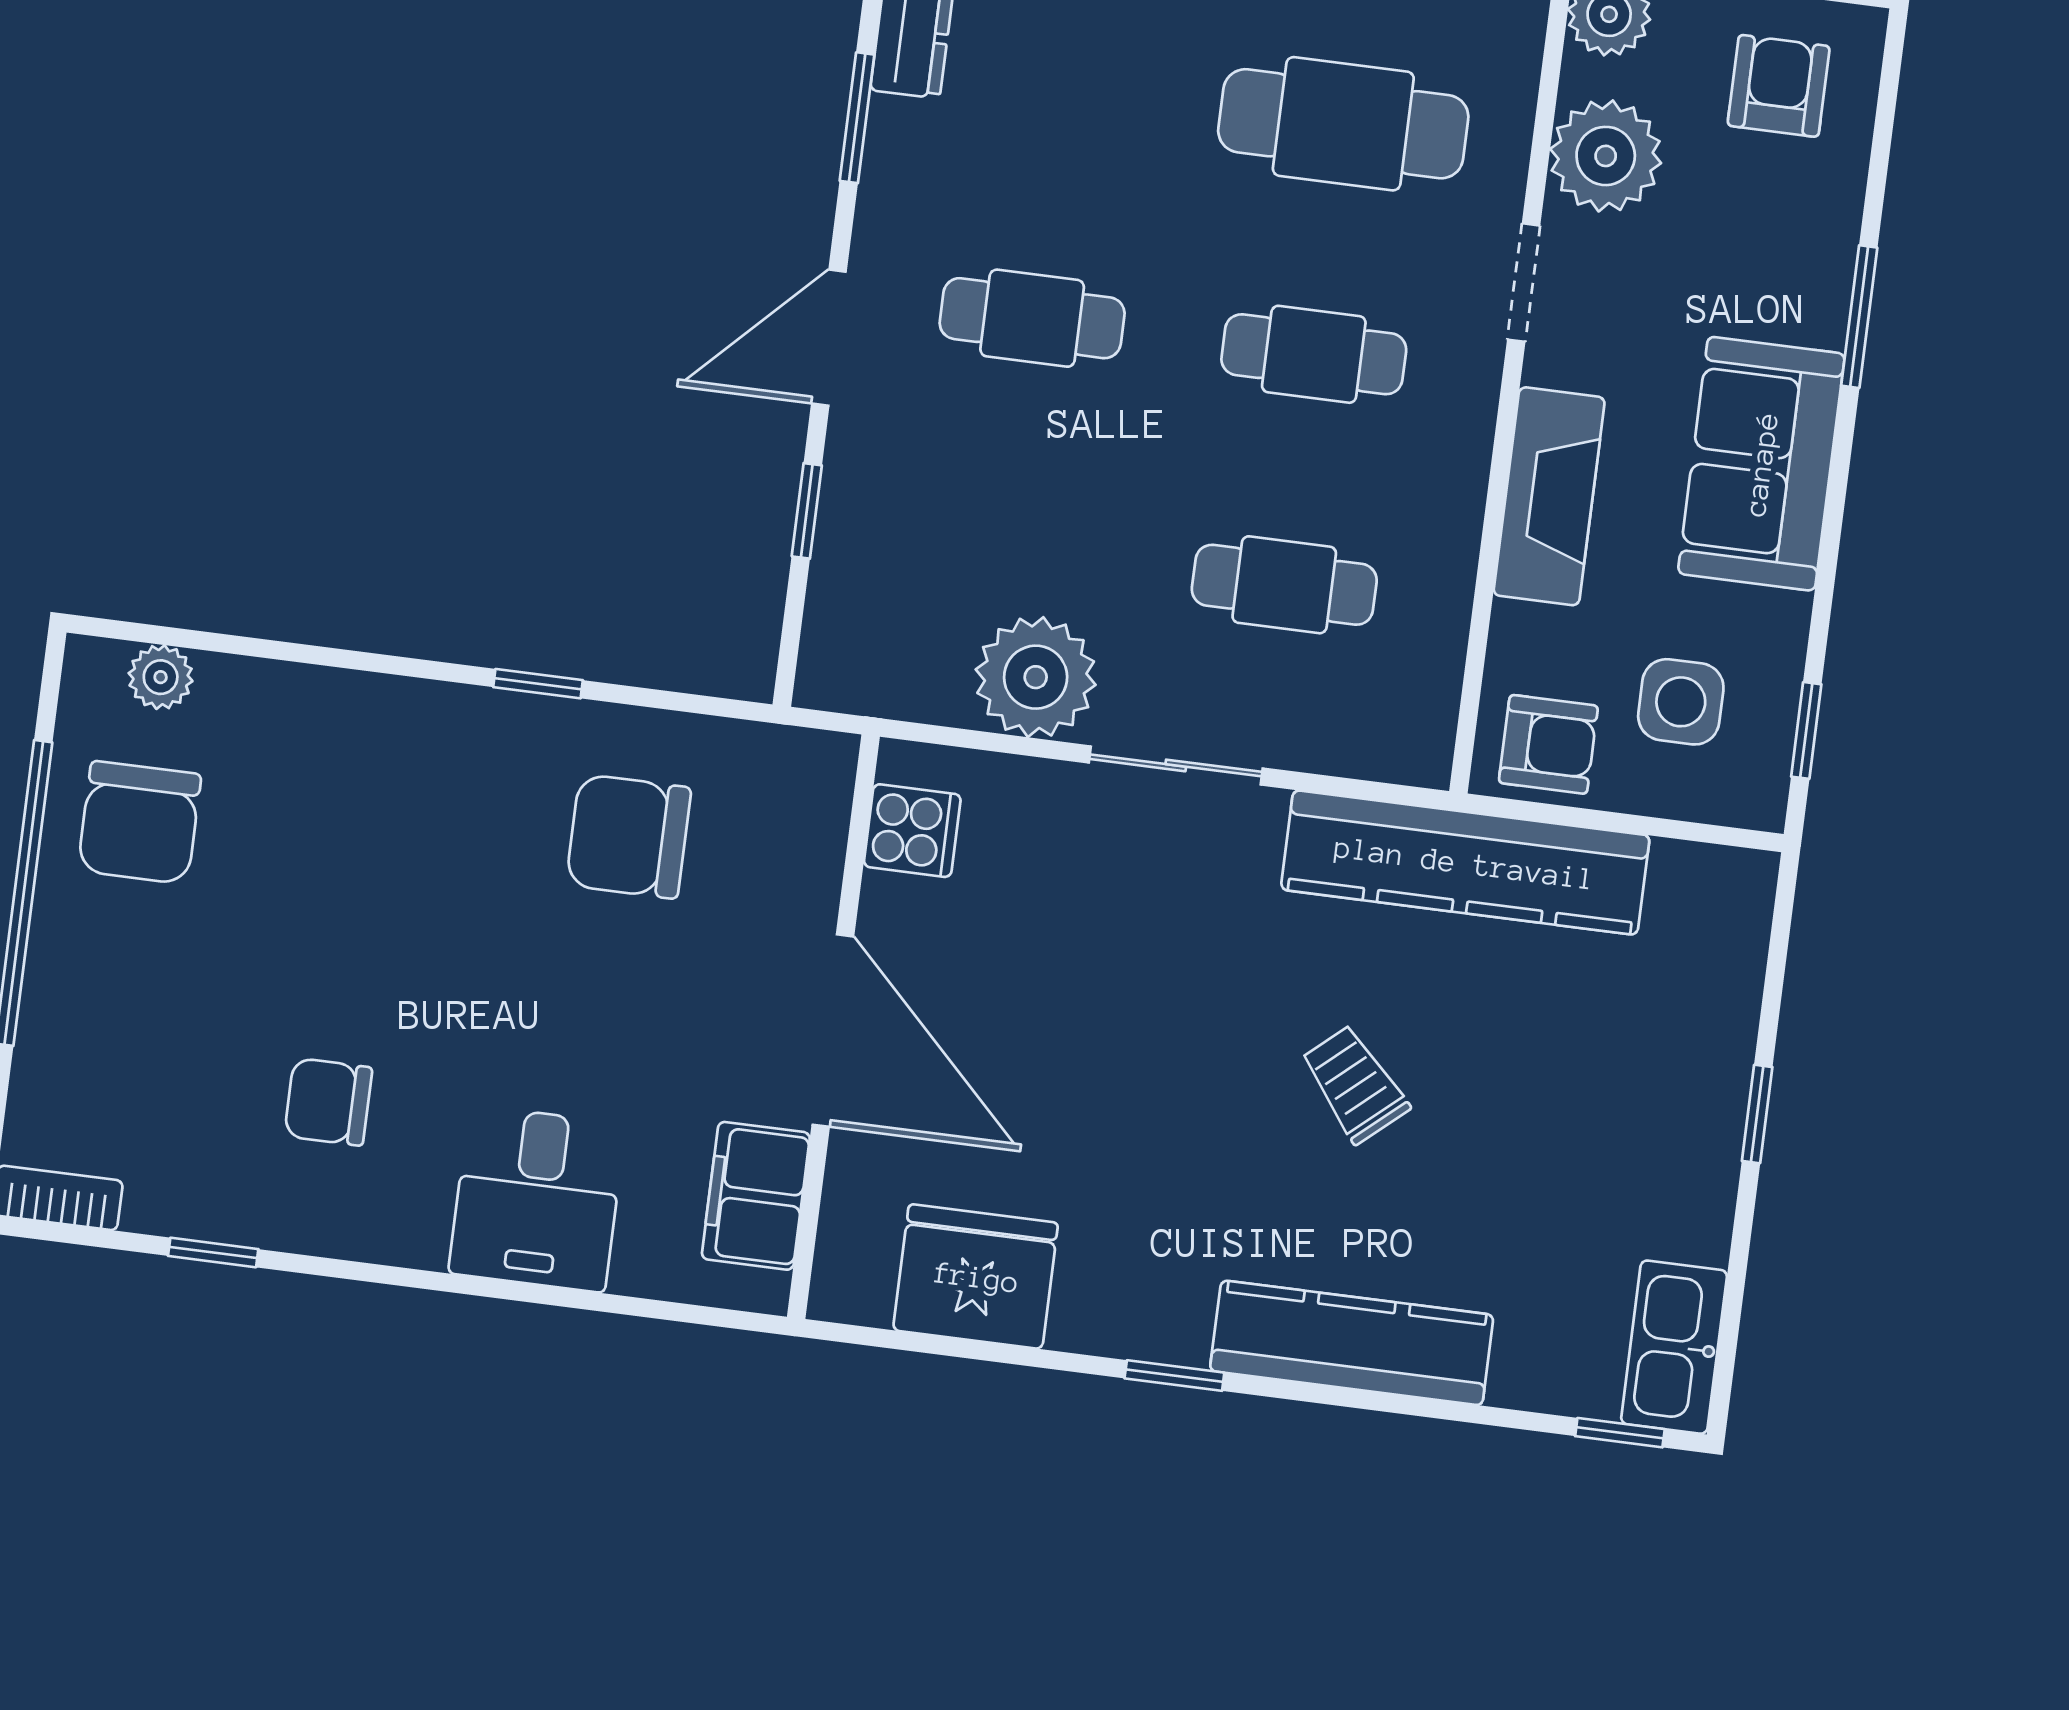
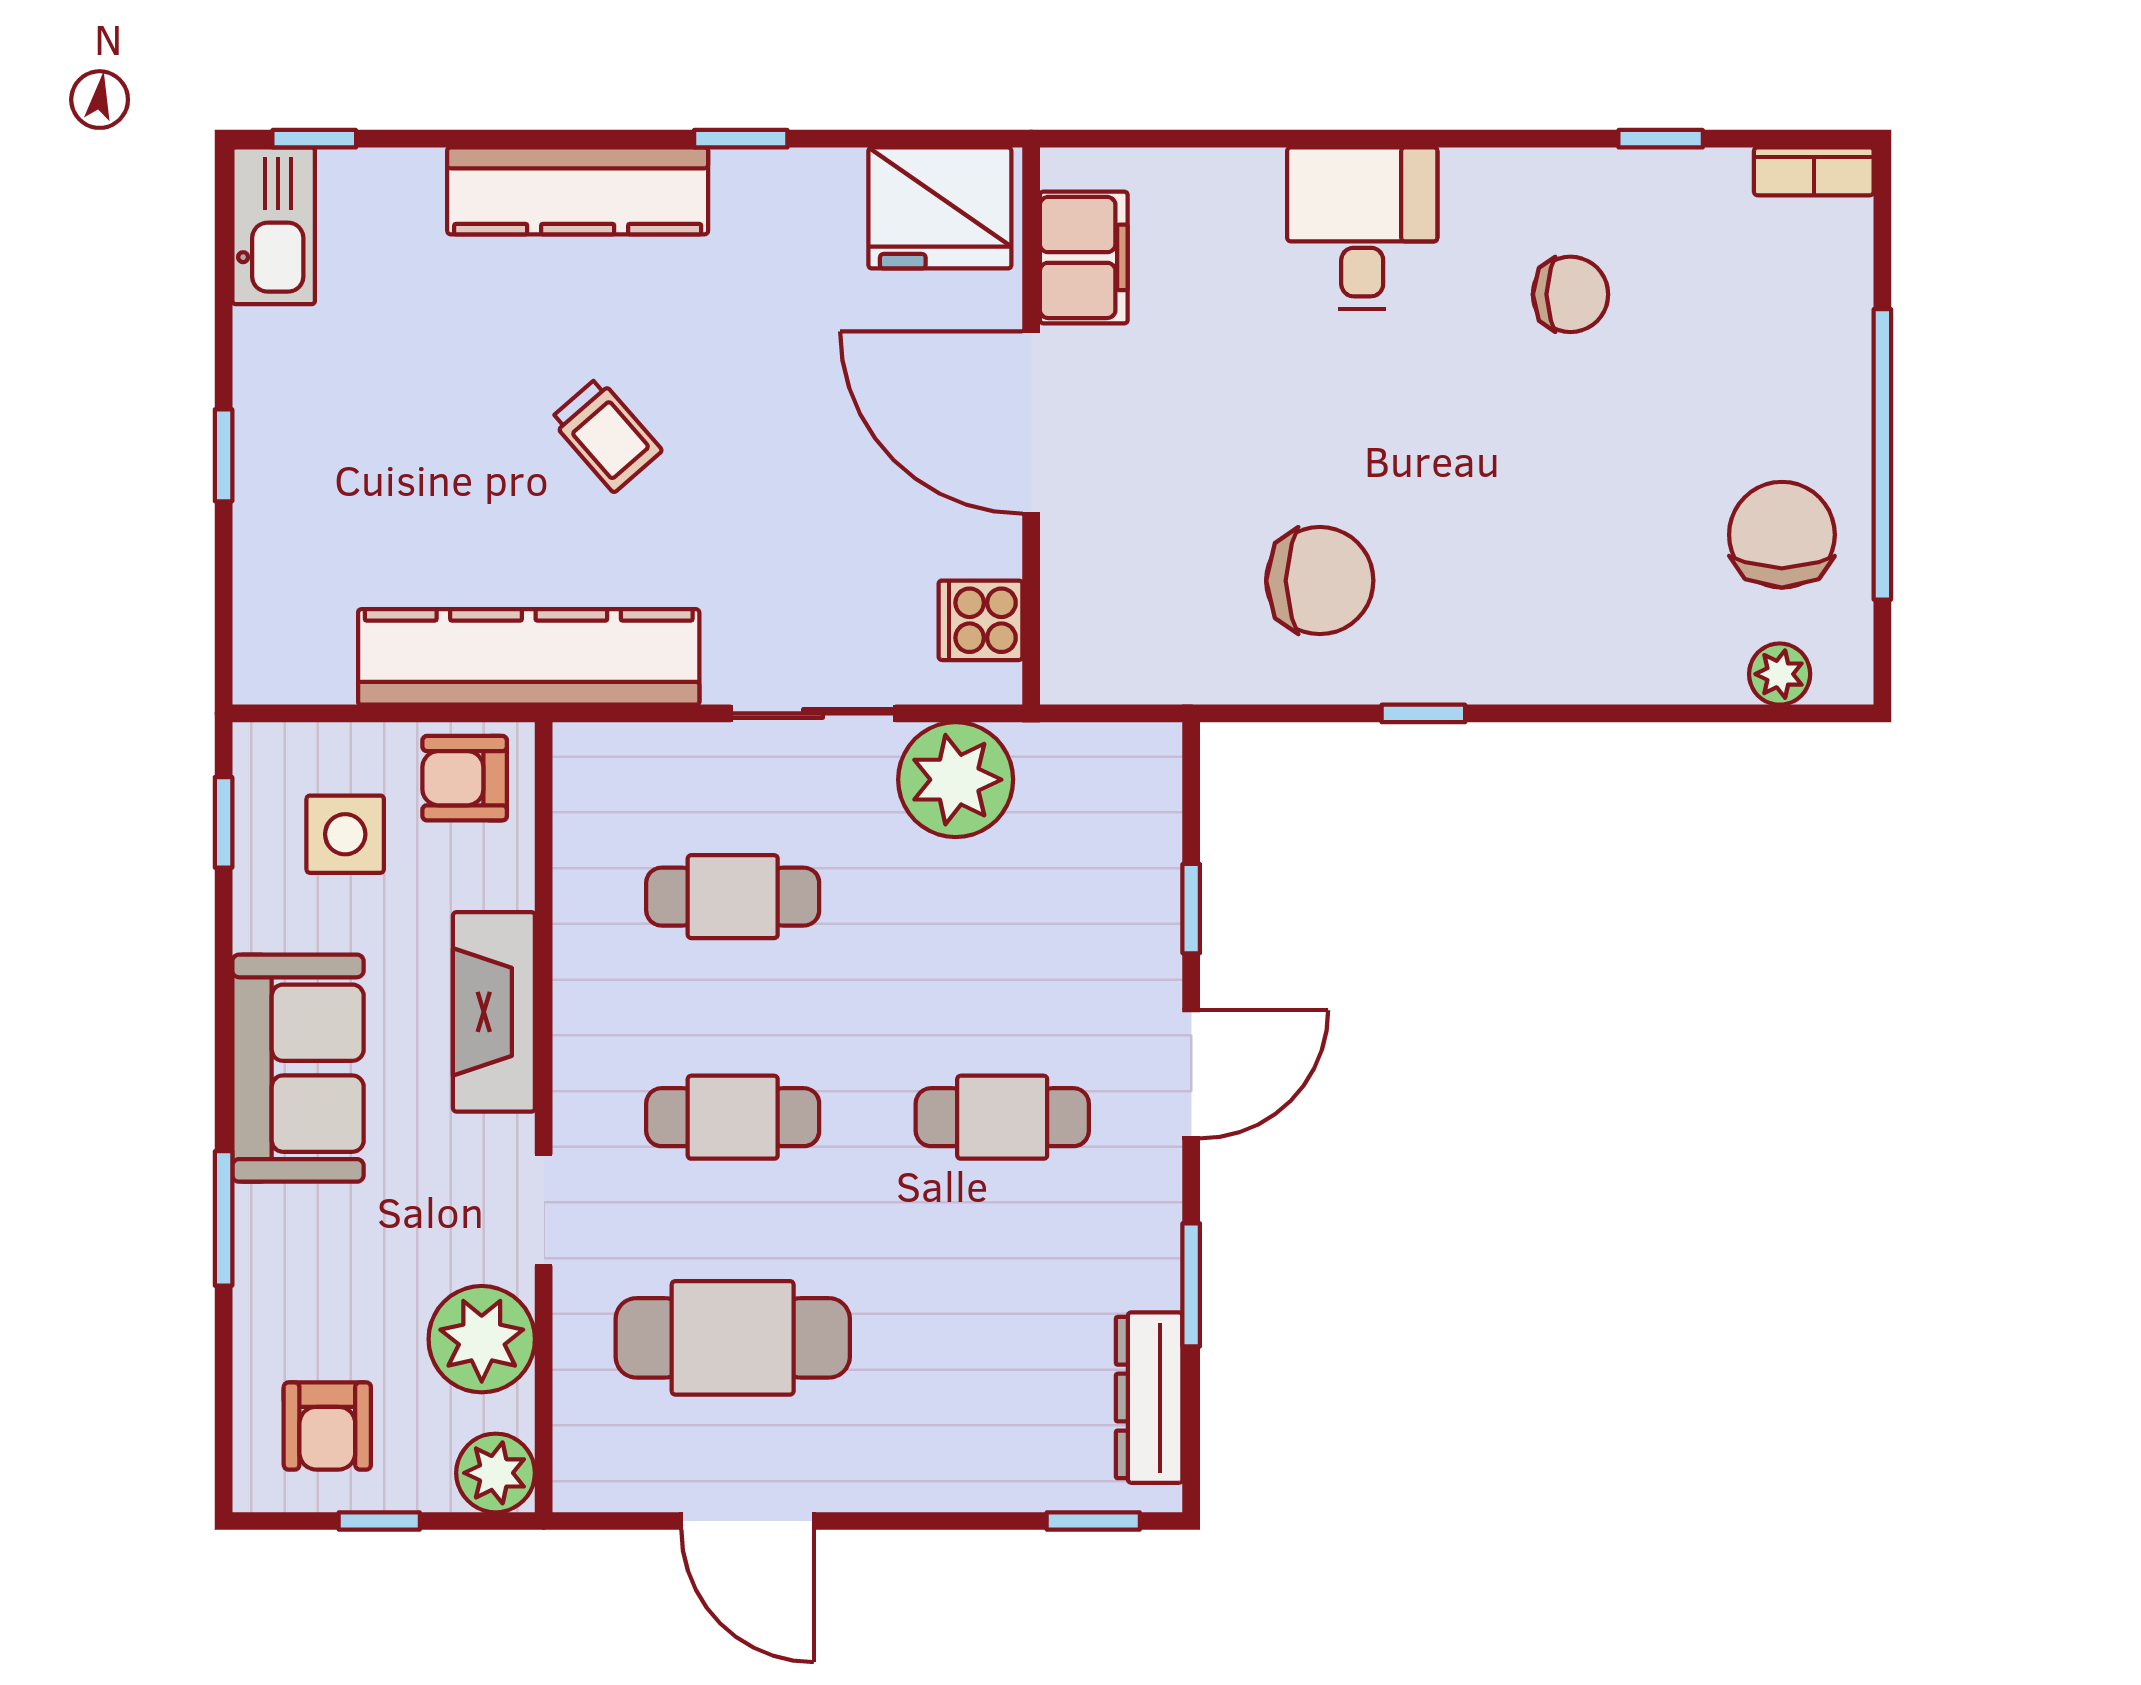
cooker: (912, 831) -> (980, 620), moved
wall: (833, 1027) -> (1031, 426), moved
door: (833, 1031) -> (1031, 422), moved
filing cabinet: (756, 1196) -> (1084, 257), moved

